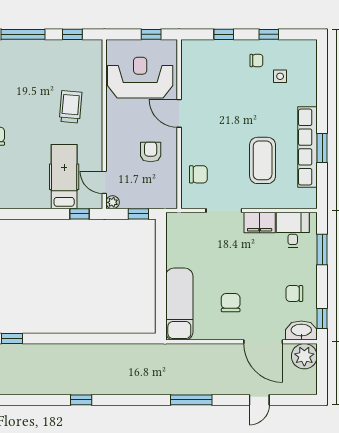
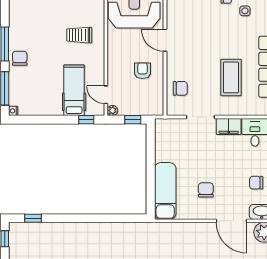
trolley: (71, 107) -> (79, 35), turned -95

